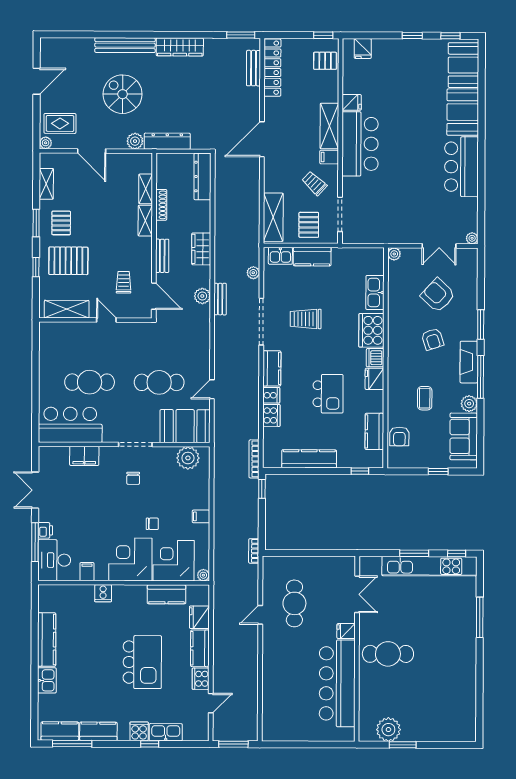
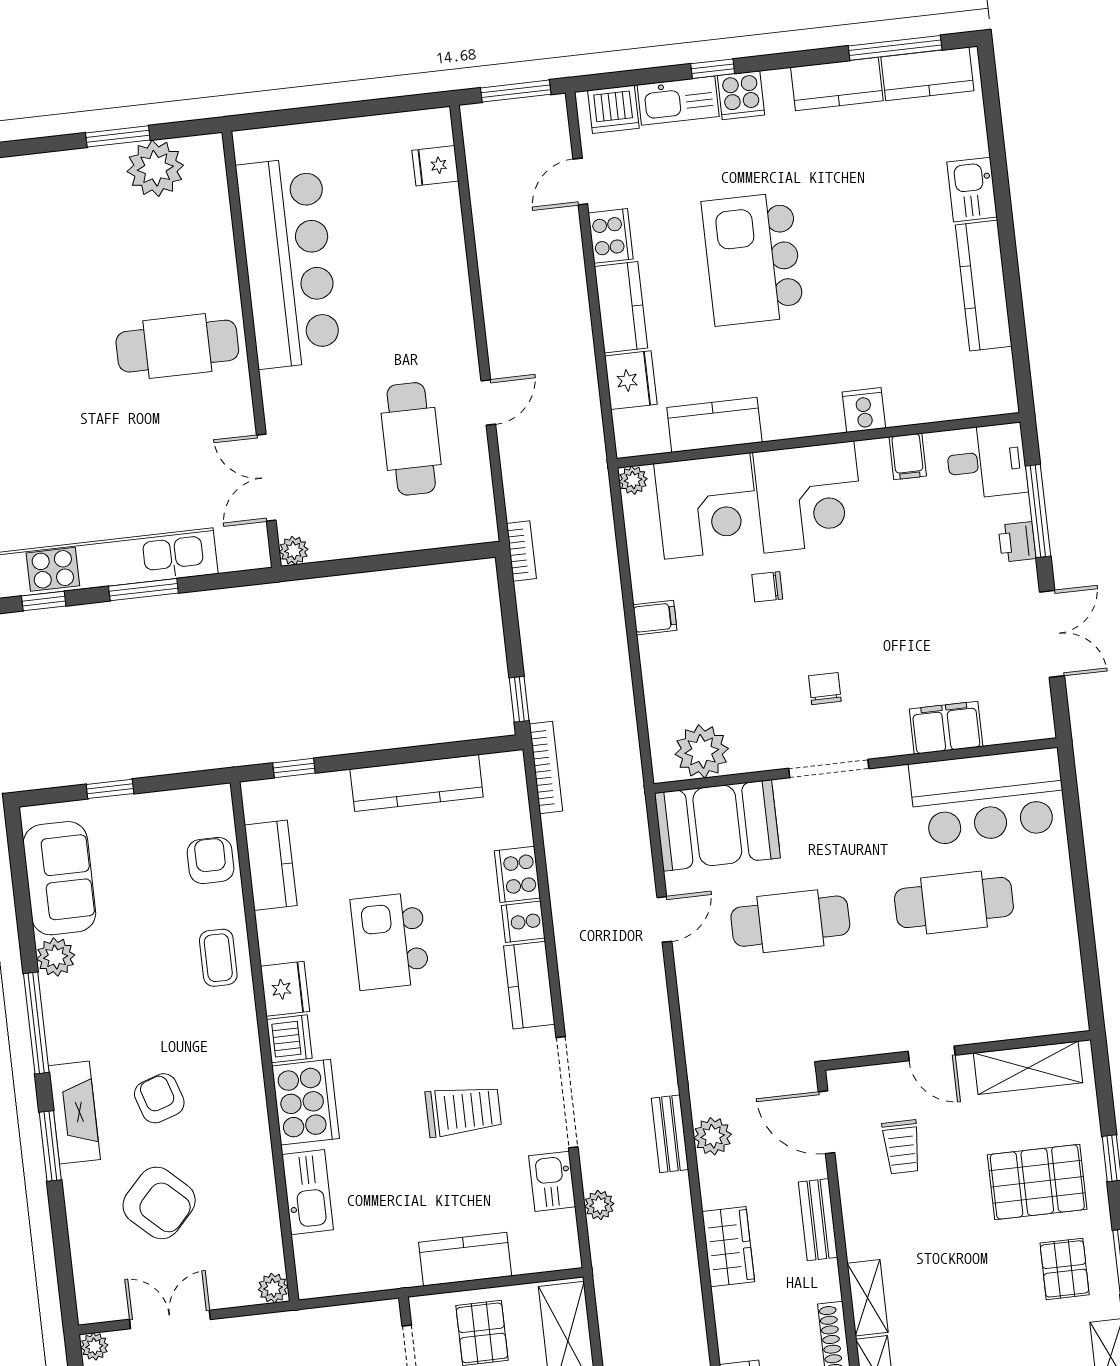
kitchen sink: (280, 256) -> (552, 1181), moved, turned -90
fireplace: (469, 362) -> (74, 1113), moved
coffee table: (425, 398) -> (218, 958), moved
desk: (54, 560) -> (987, 461), width x0.73
plant: (349, 562) -> (294, 551), added
fridge: (346, 631) -> (435, 166), moved, turned 180
dishwasher: (193, 732) -> (613, 109), added

